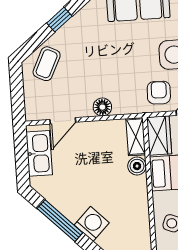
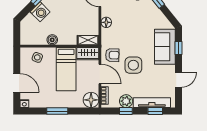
boiler: (137, 166) -> (52, 40), moved

